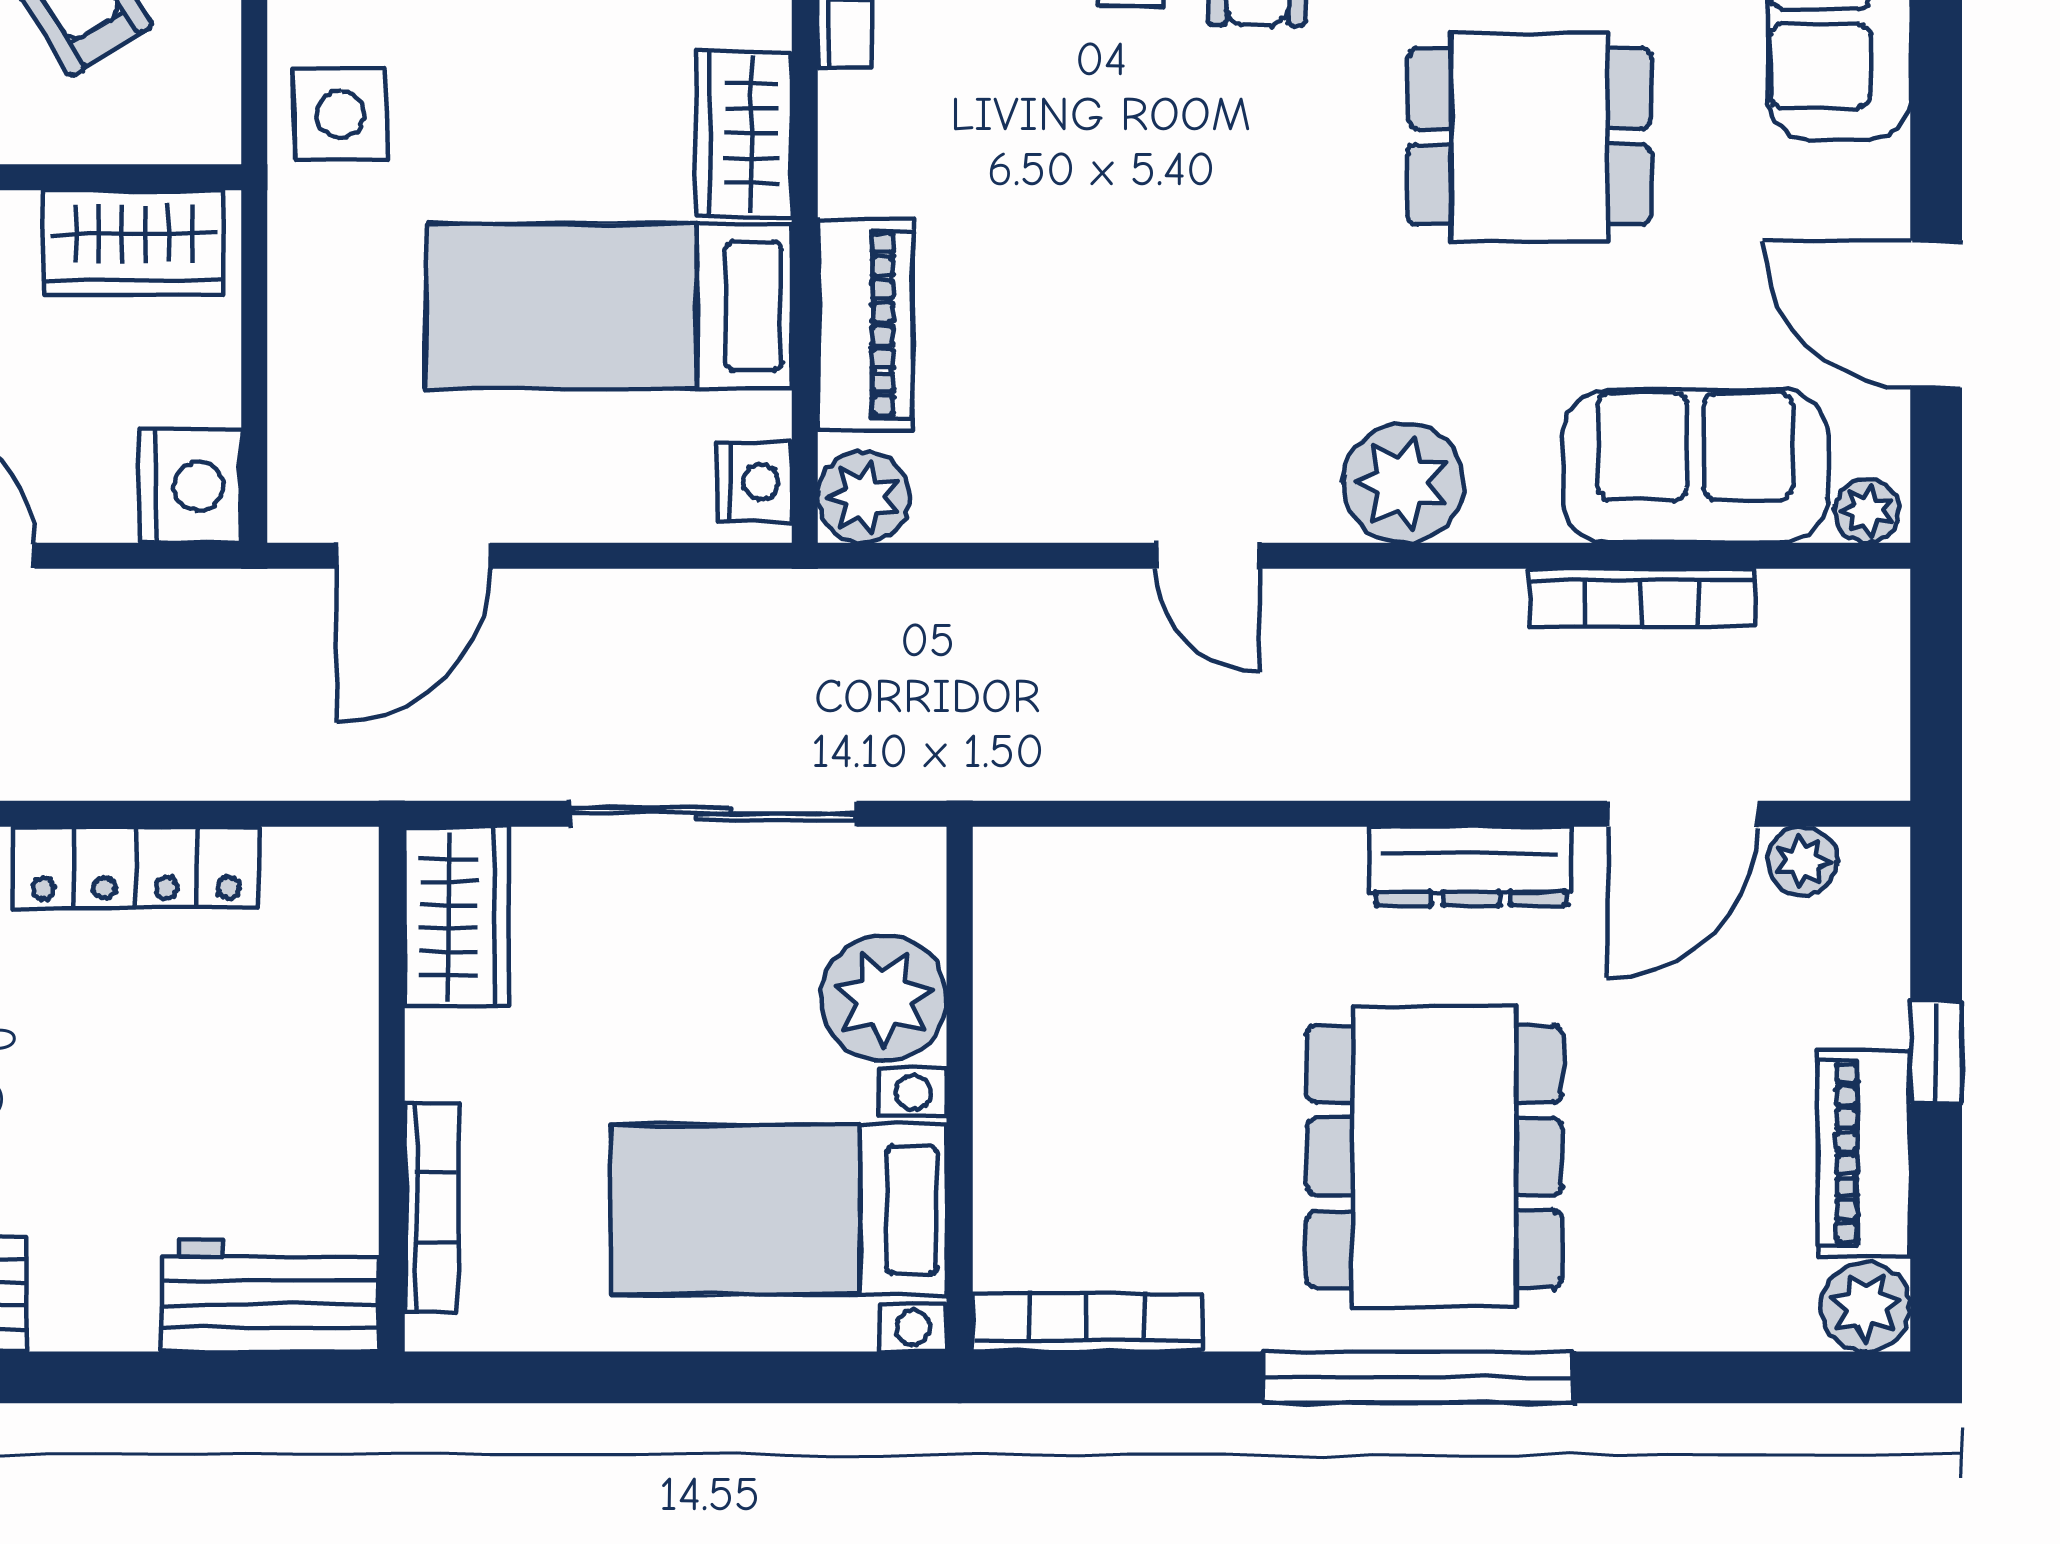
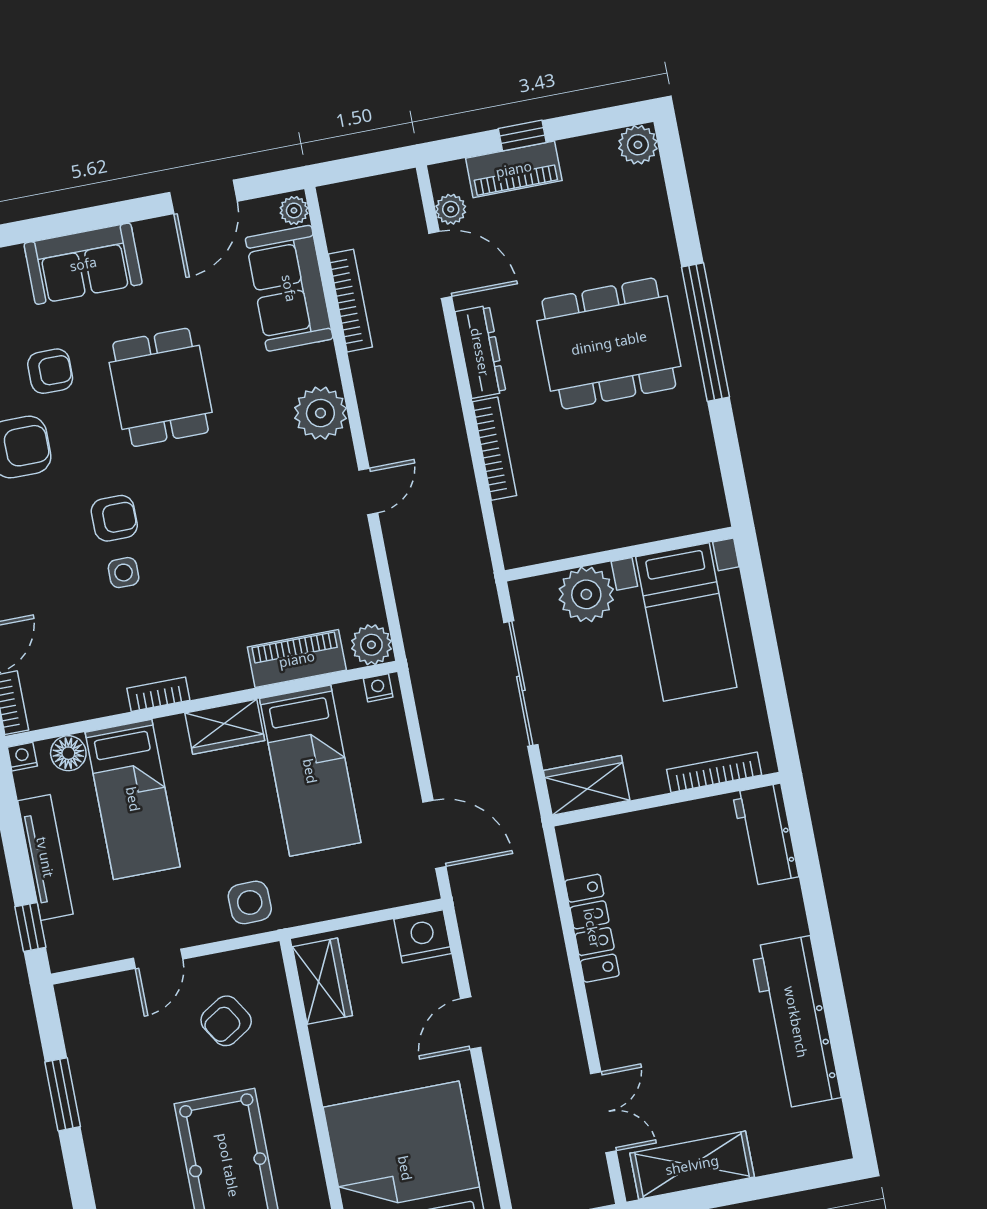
nightstand: (755, 482) -> (378, 688), width x0.72, depth x0.74
piano: (1864, 1153) -> (514, 169), moved
bookcase: (1087, 1322) -> (494, 449), moved, turned 180

